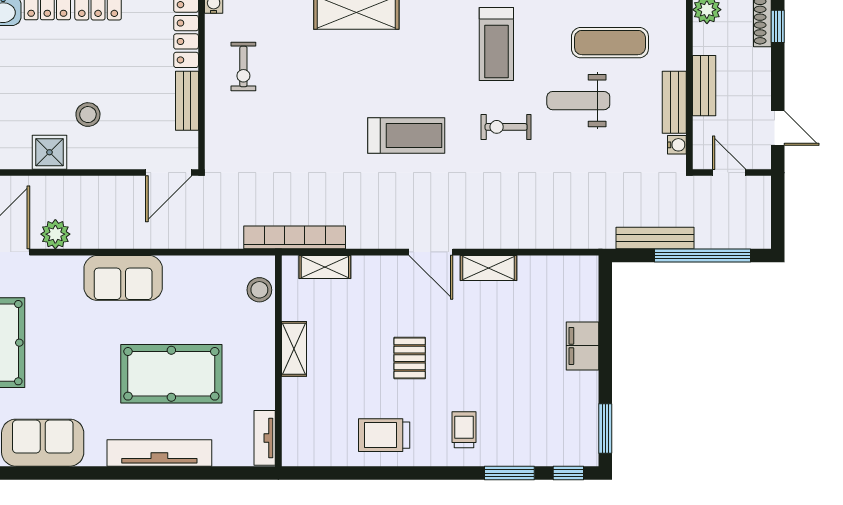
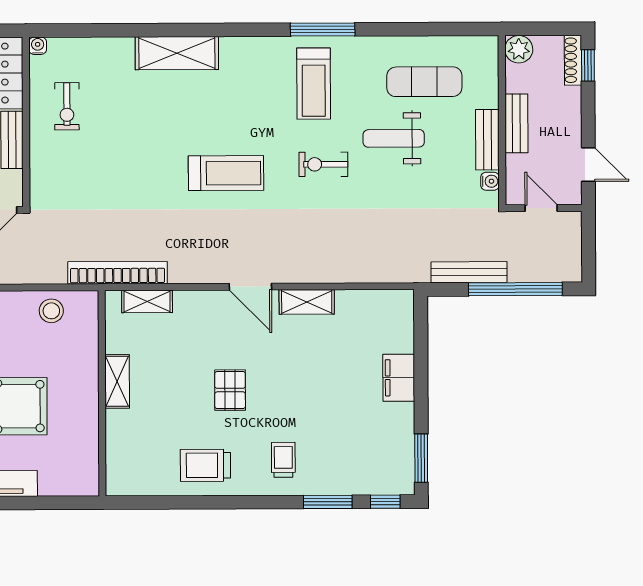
stool: (259, 290) -> (51, 311), moved
tv unit: (265, 438) -> (89, 469), removed

